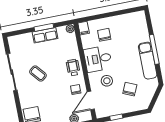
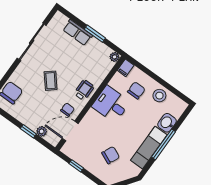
row of seats: (45, 35) -> (78, 33), moved
washbasin: (143, 35) -> (167, 123), added
coffee table: (38, 74) -> (51, 81), moved
stool: (107, 81) -> (159, 96), moved

